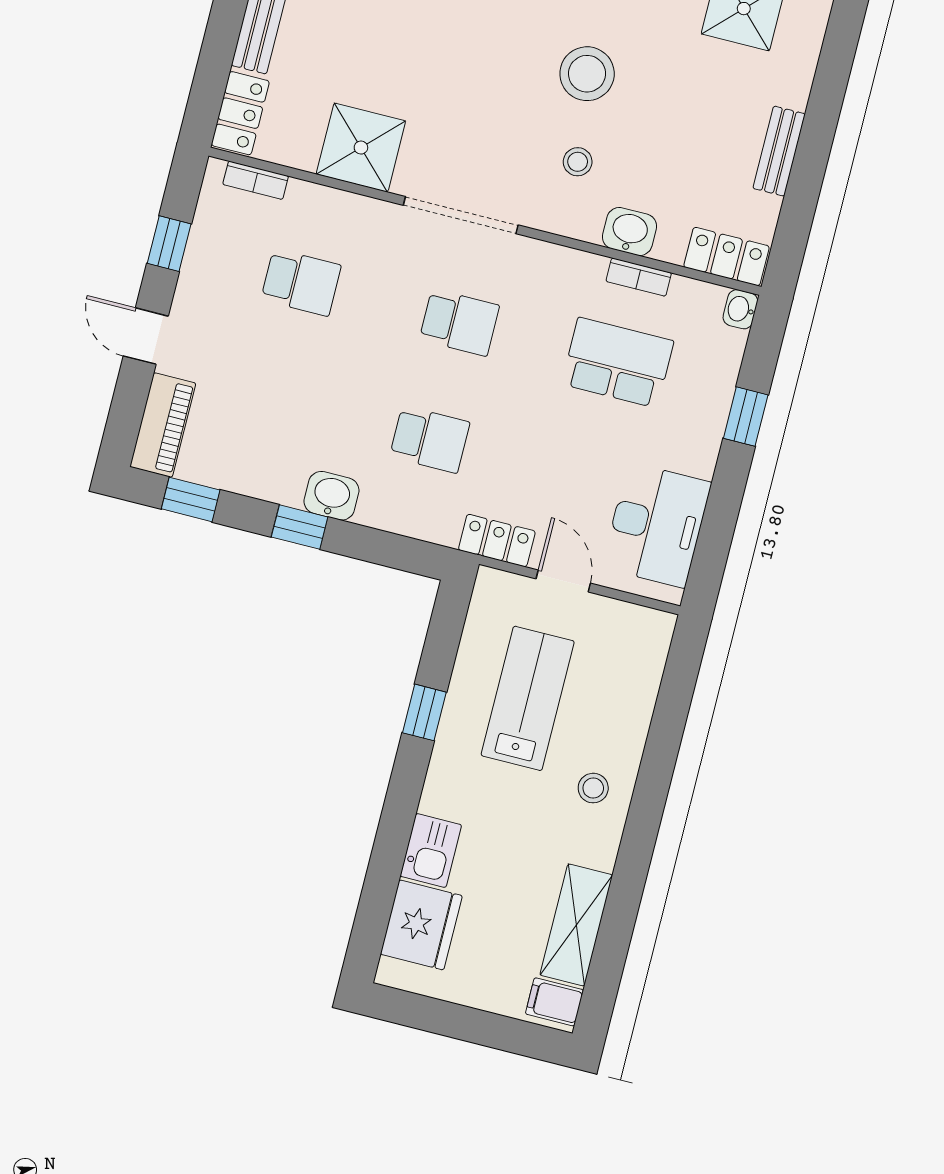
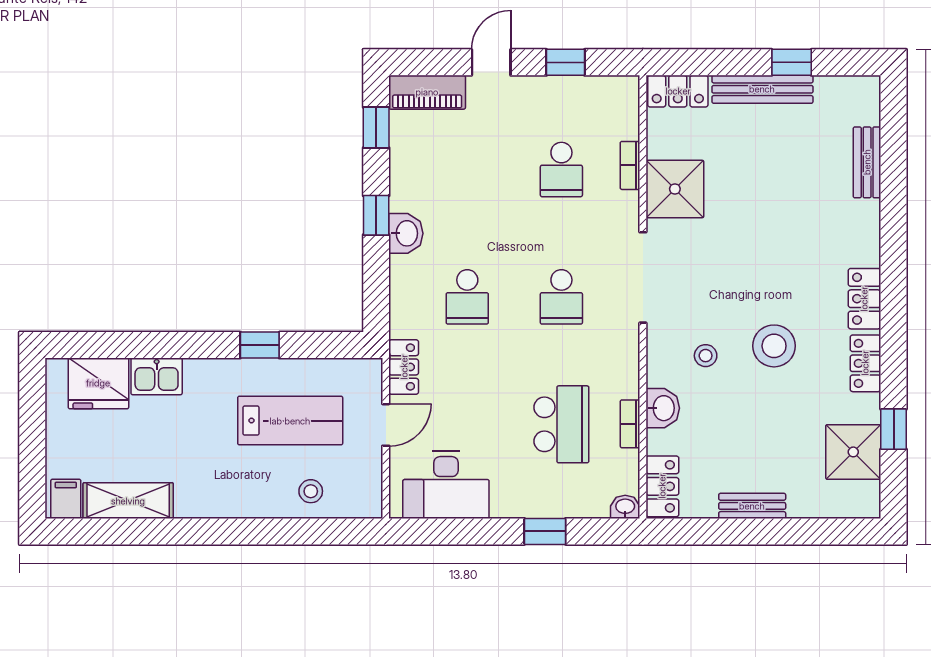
bookcase: (256, 180) -> (630, 165), moved
stool: (593, 788) -> (311, 491), moved

